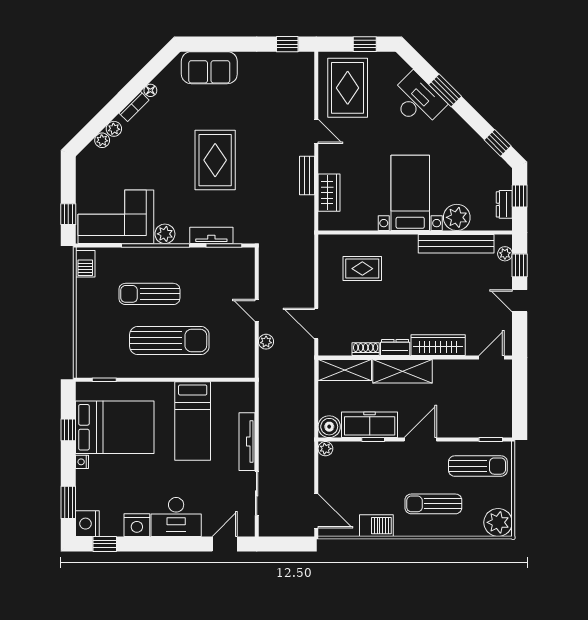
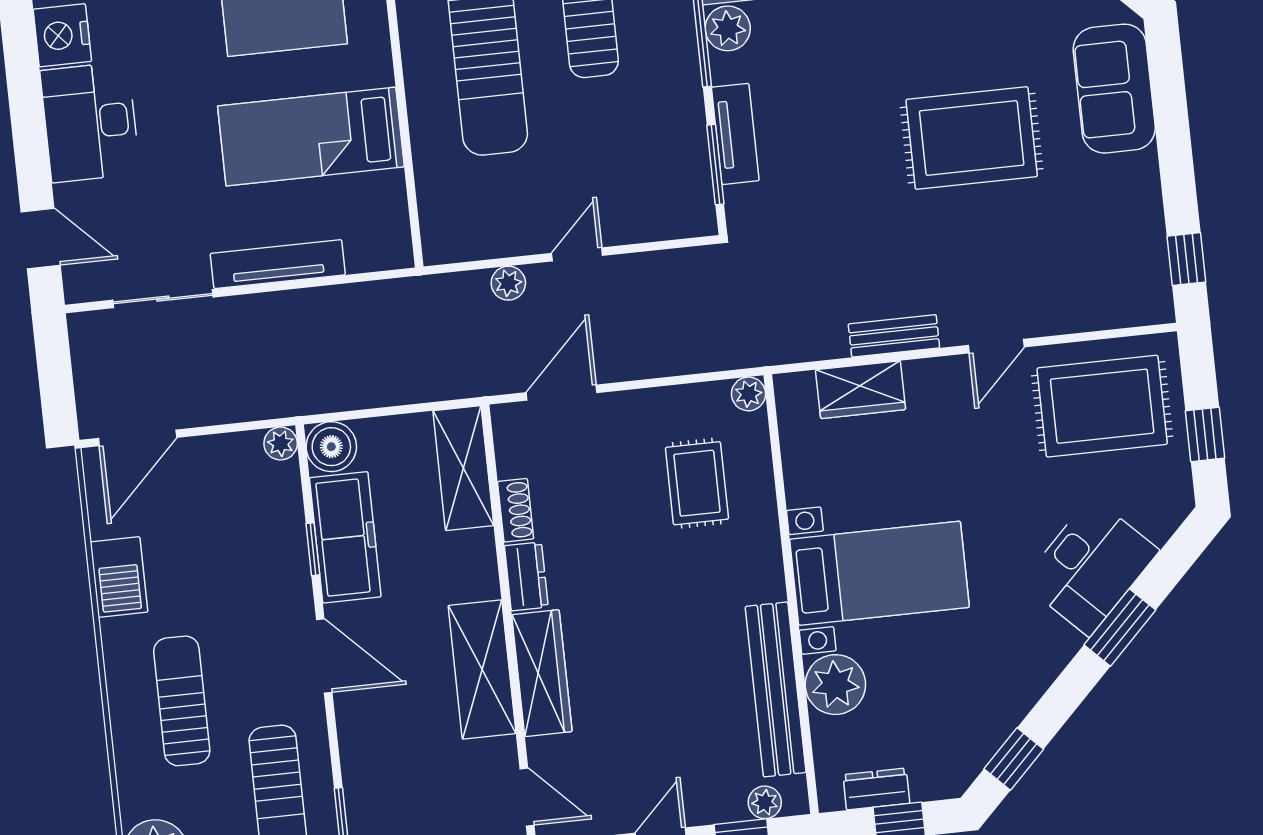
rug: (215, 160) -> (972, 138), moved
plant: (326, 242) -> (748, 394), added
shelving: (402, 371) -> (482, 669), moved

